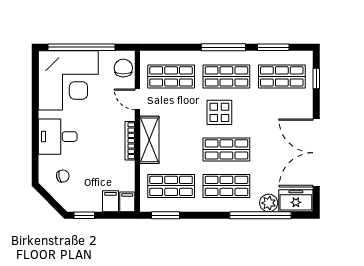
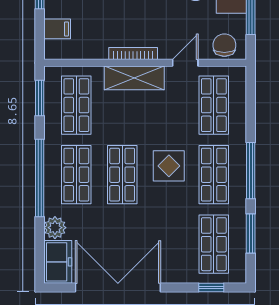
chair: (123, 68) -> (224, 45), turned -90
filing cabinet: (127, 202) -> (56, 50), removed
window: (260, 215) -> (40, 178), moved

